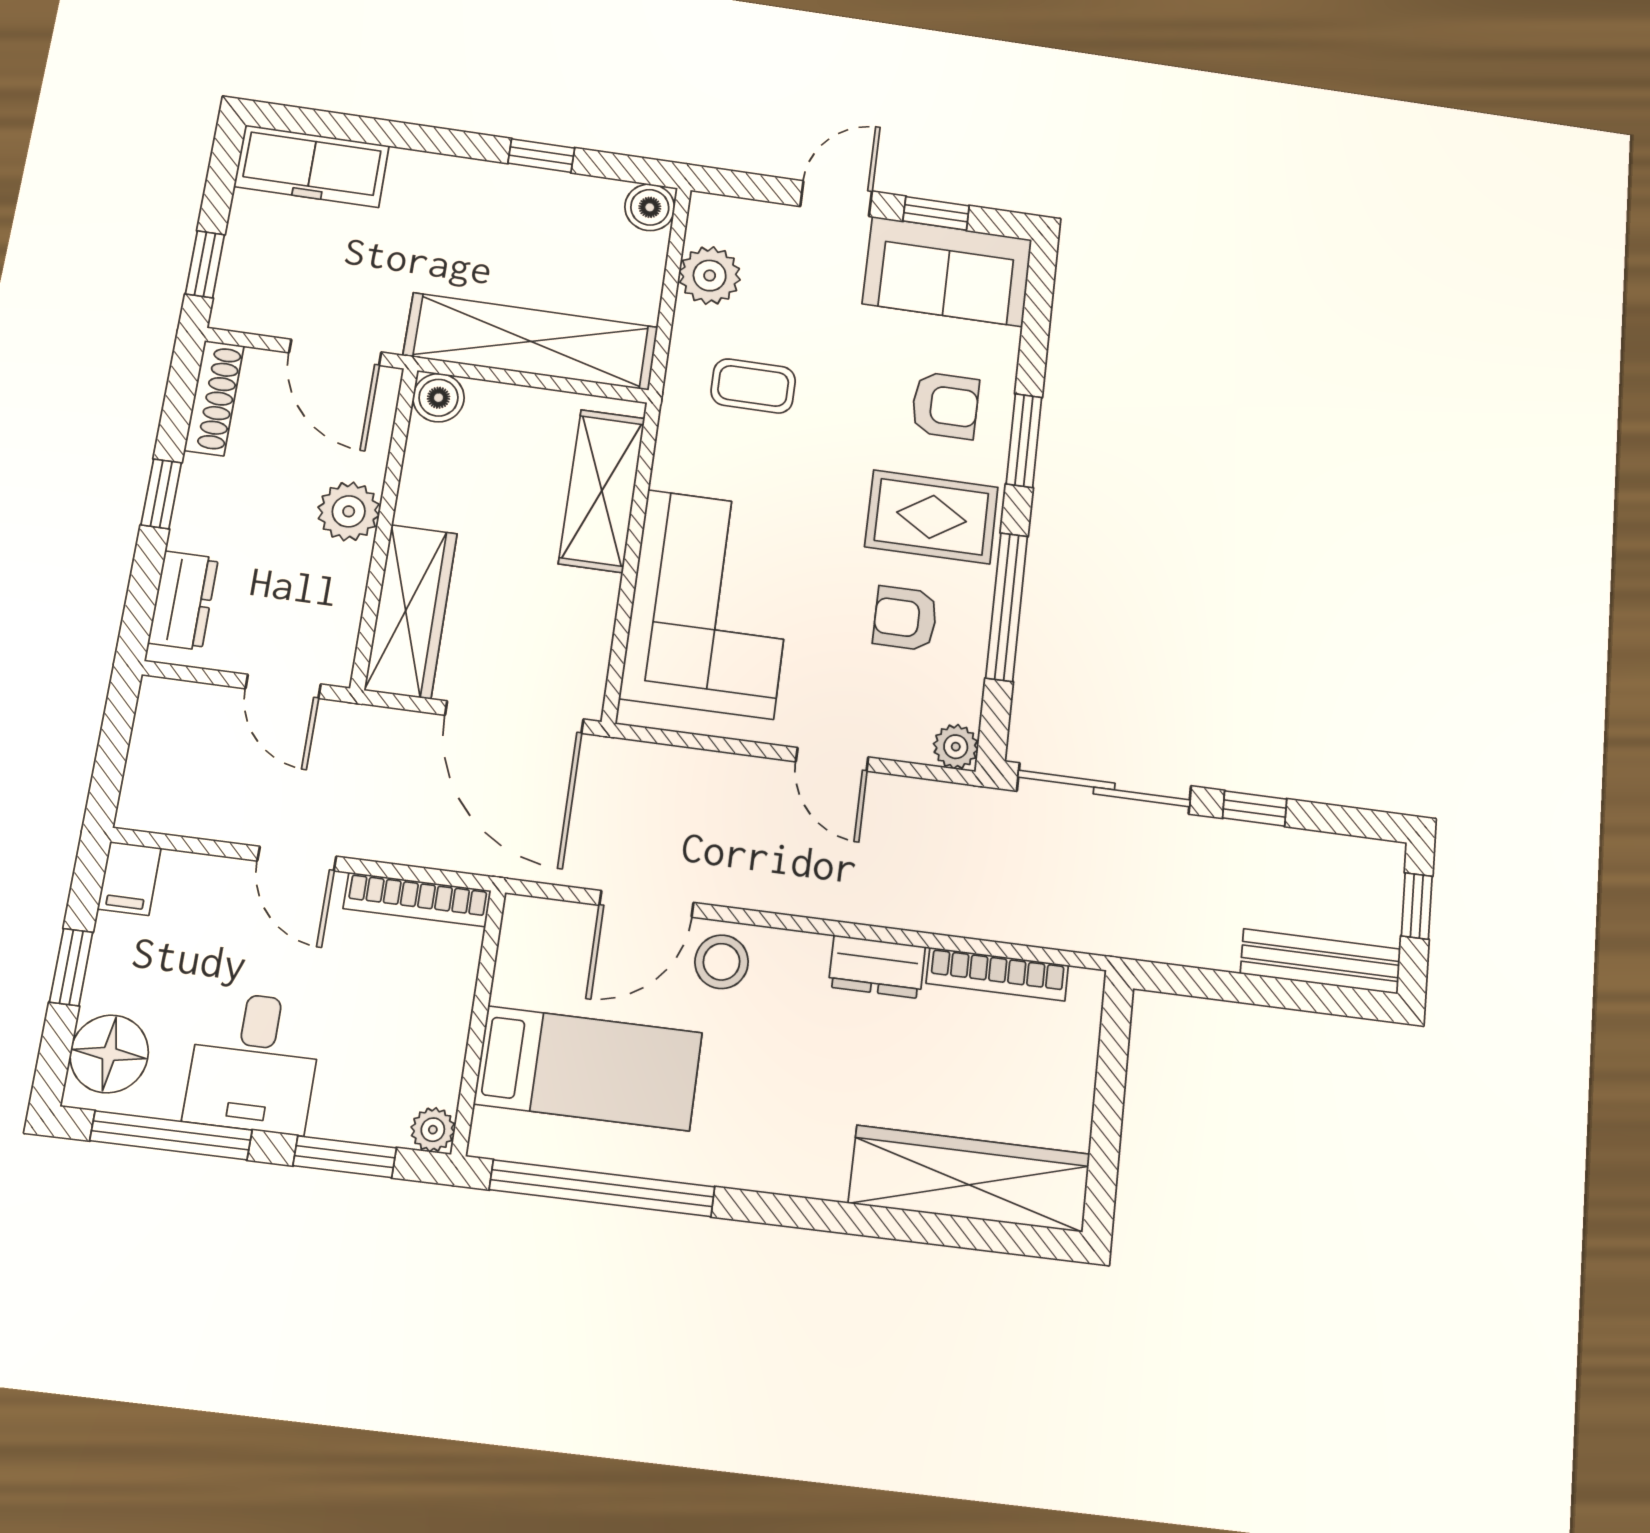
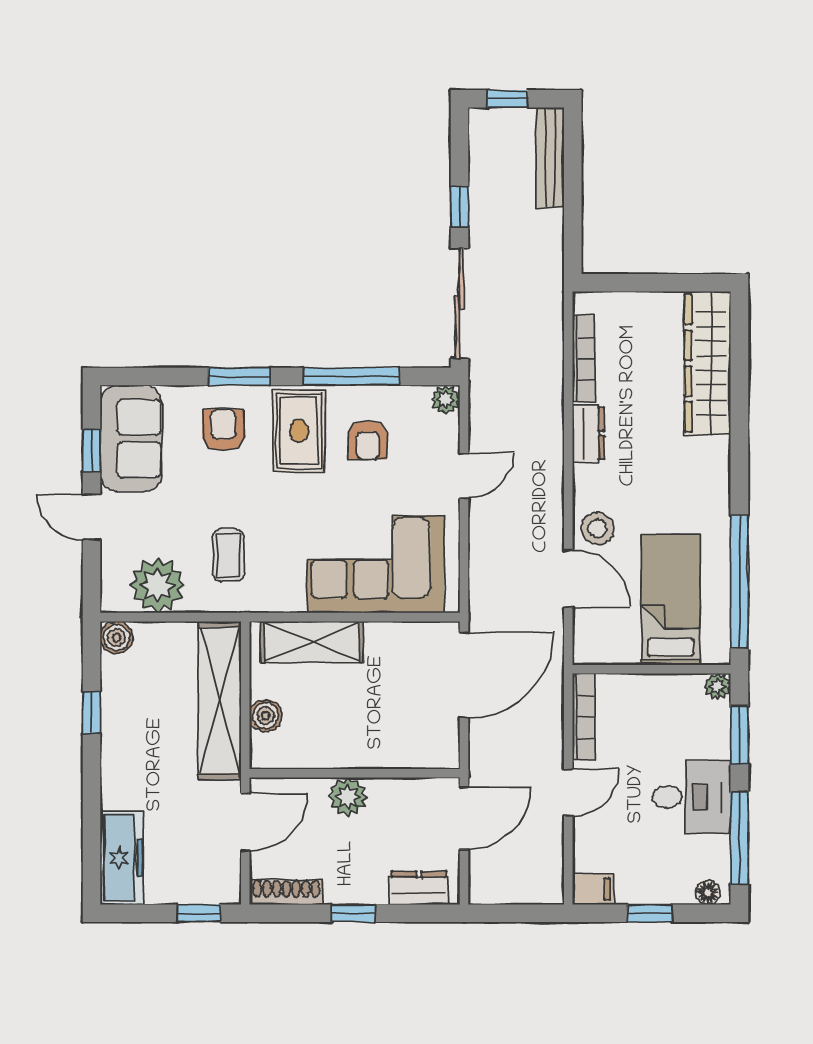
plant: (710, 276) -> (157, 585), width x1.36, depth x1.36
boiler: (439, 398) -> (266, 716), moved
wardrobe: (411, 611) -> (406, 748), removed
door: (283, 686) -> (464, 818), width x1.38
floor lamp: (109, 1054) -> (708, 893), width x0.53, depth x0.53

